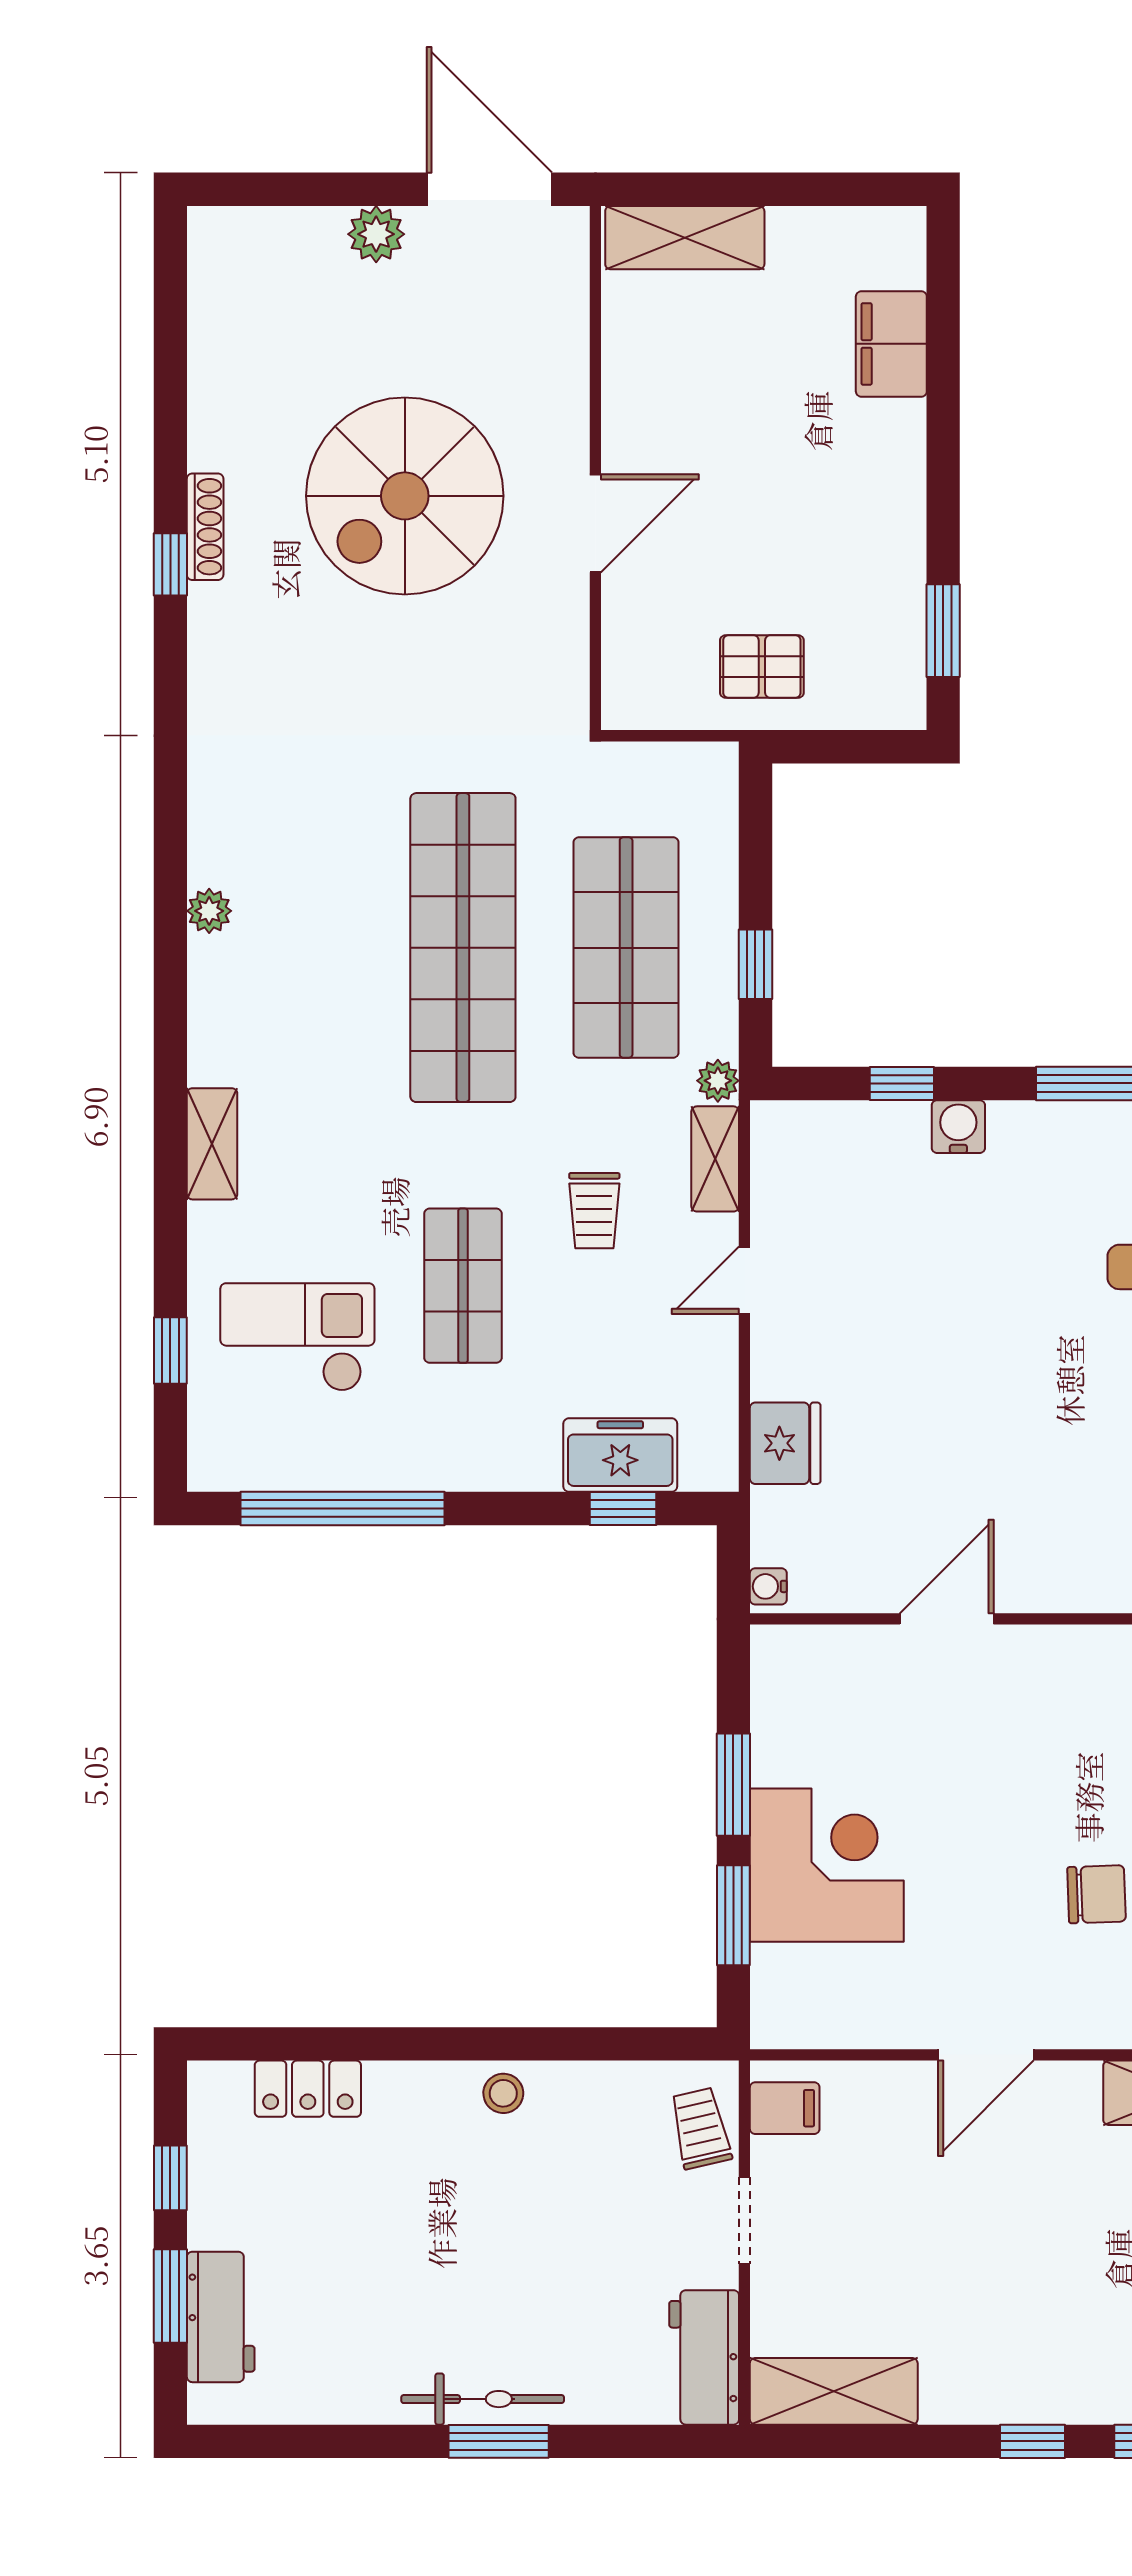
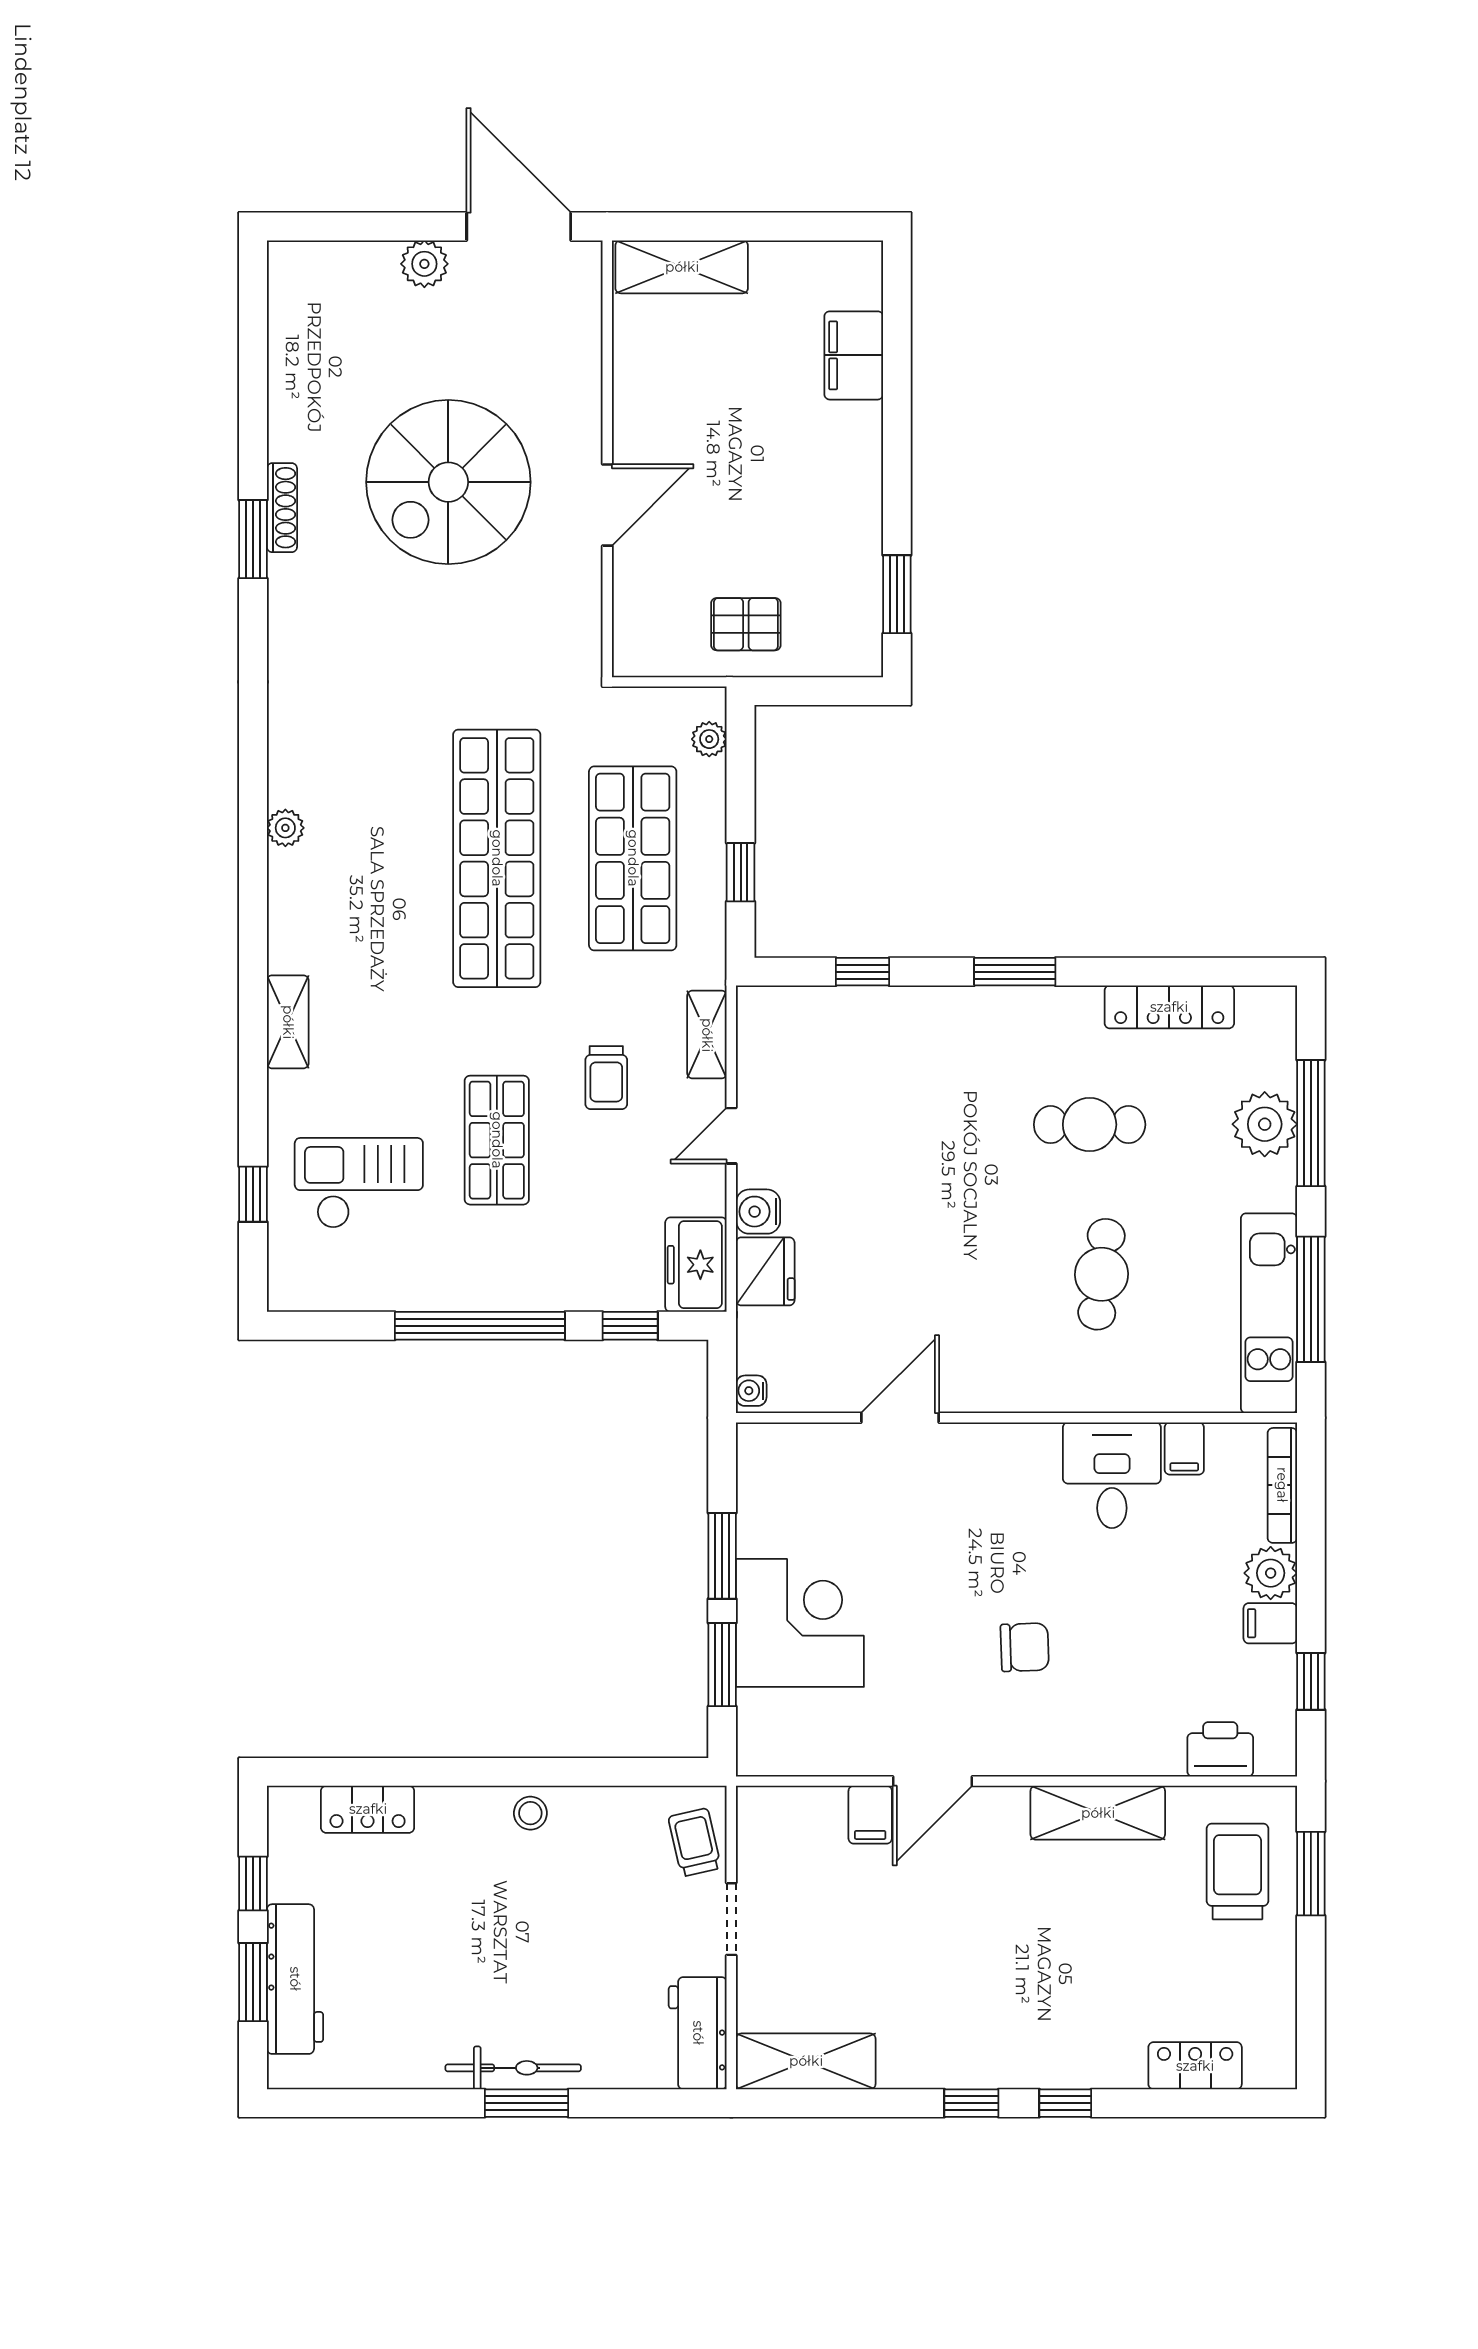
window: (170, 564) -> (253, 539), width x1.50
plant: (718, 1081) -> (709, 739), moved
water cooler: (958, 1127) -> (758, 1212), moved, turned -90
freezer: (620, 1455) -> (696, 1265), moved, turned -90
window: (343, 1509) -> (480, 1326), moved
filing cabinet: (785, 2108) -> (870, 1815), moved, turned 90
workbench: (221, 2317) -> (295, 1979), width x1.38

